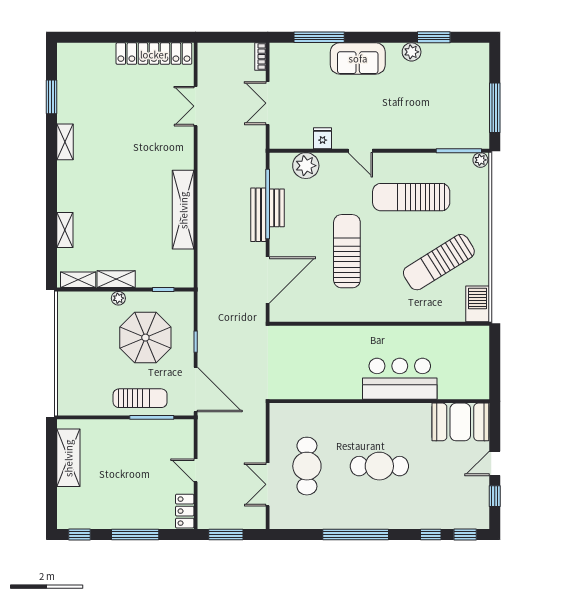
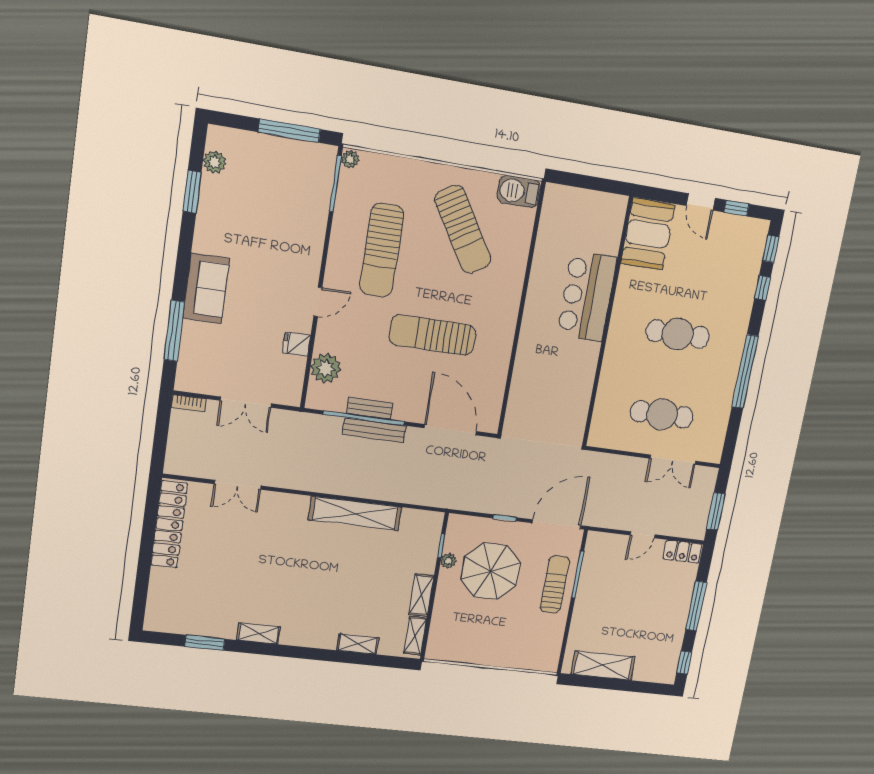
plant: (412, 52) -> (215, 162), moved
plant: (118, 298) -> (449, 561), moved
cafe table: (379, 466) -> (678, 334), turned 90

